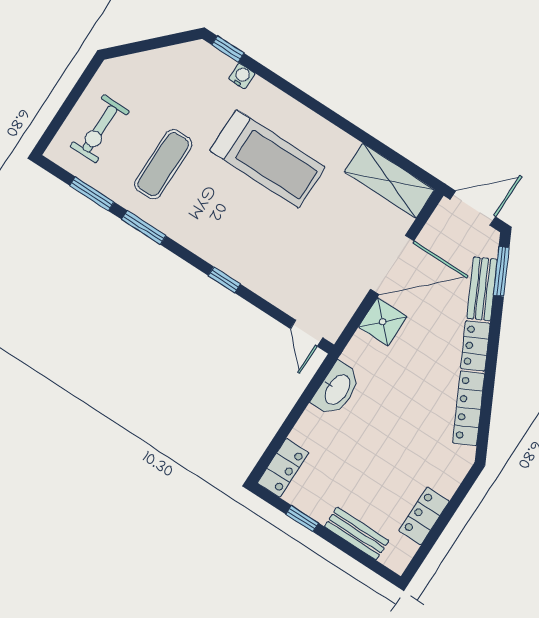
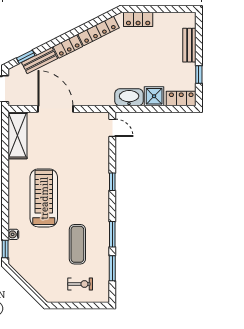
exercise bike: (100, 129) -> (80, 284), width x0.73, depth x0.72
exercise mat: (163, 164) -> (77, 244), turned 90
window: (501, 271) -> (26, 57), width x0.67
shower: (383, 322) -> (154, 96), moved
door: (307, 333) -> (112, 128), hinge flipped
locker: (424, 516) -> (138, 19), moved

